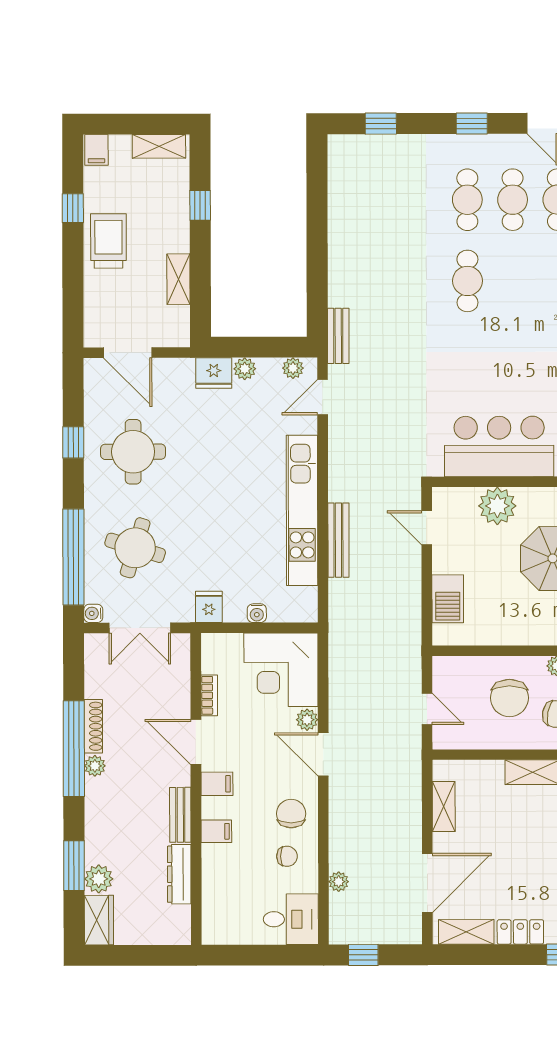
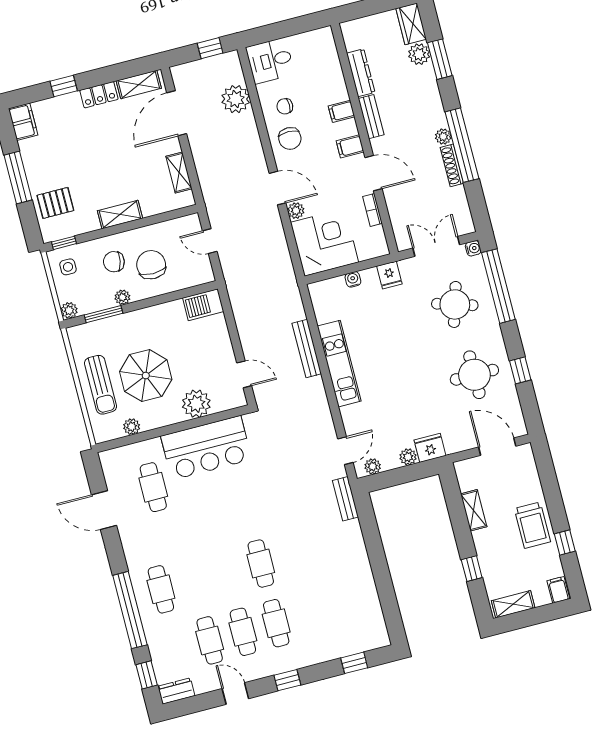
kitchen unit: (302, 510) -> (339, 364), width x0.73
barbecue: (448, 599) -> (203, 305), moved, turned -90
plant: (339, 882) -> (236, 99), width x1.88, depth x1.88

